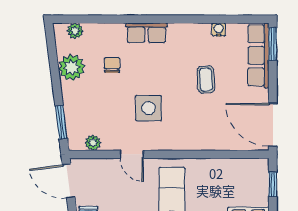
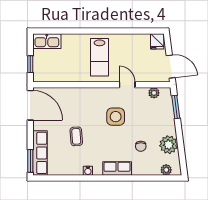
water cooler: (219, 30) -> (88, 171), moved

